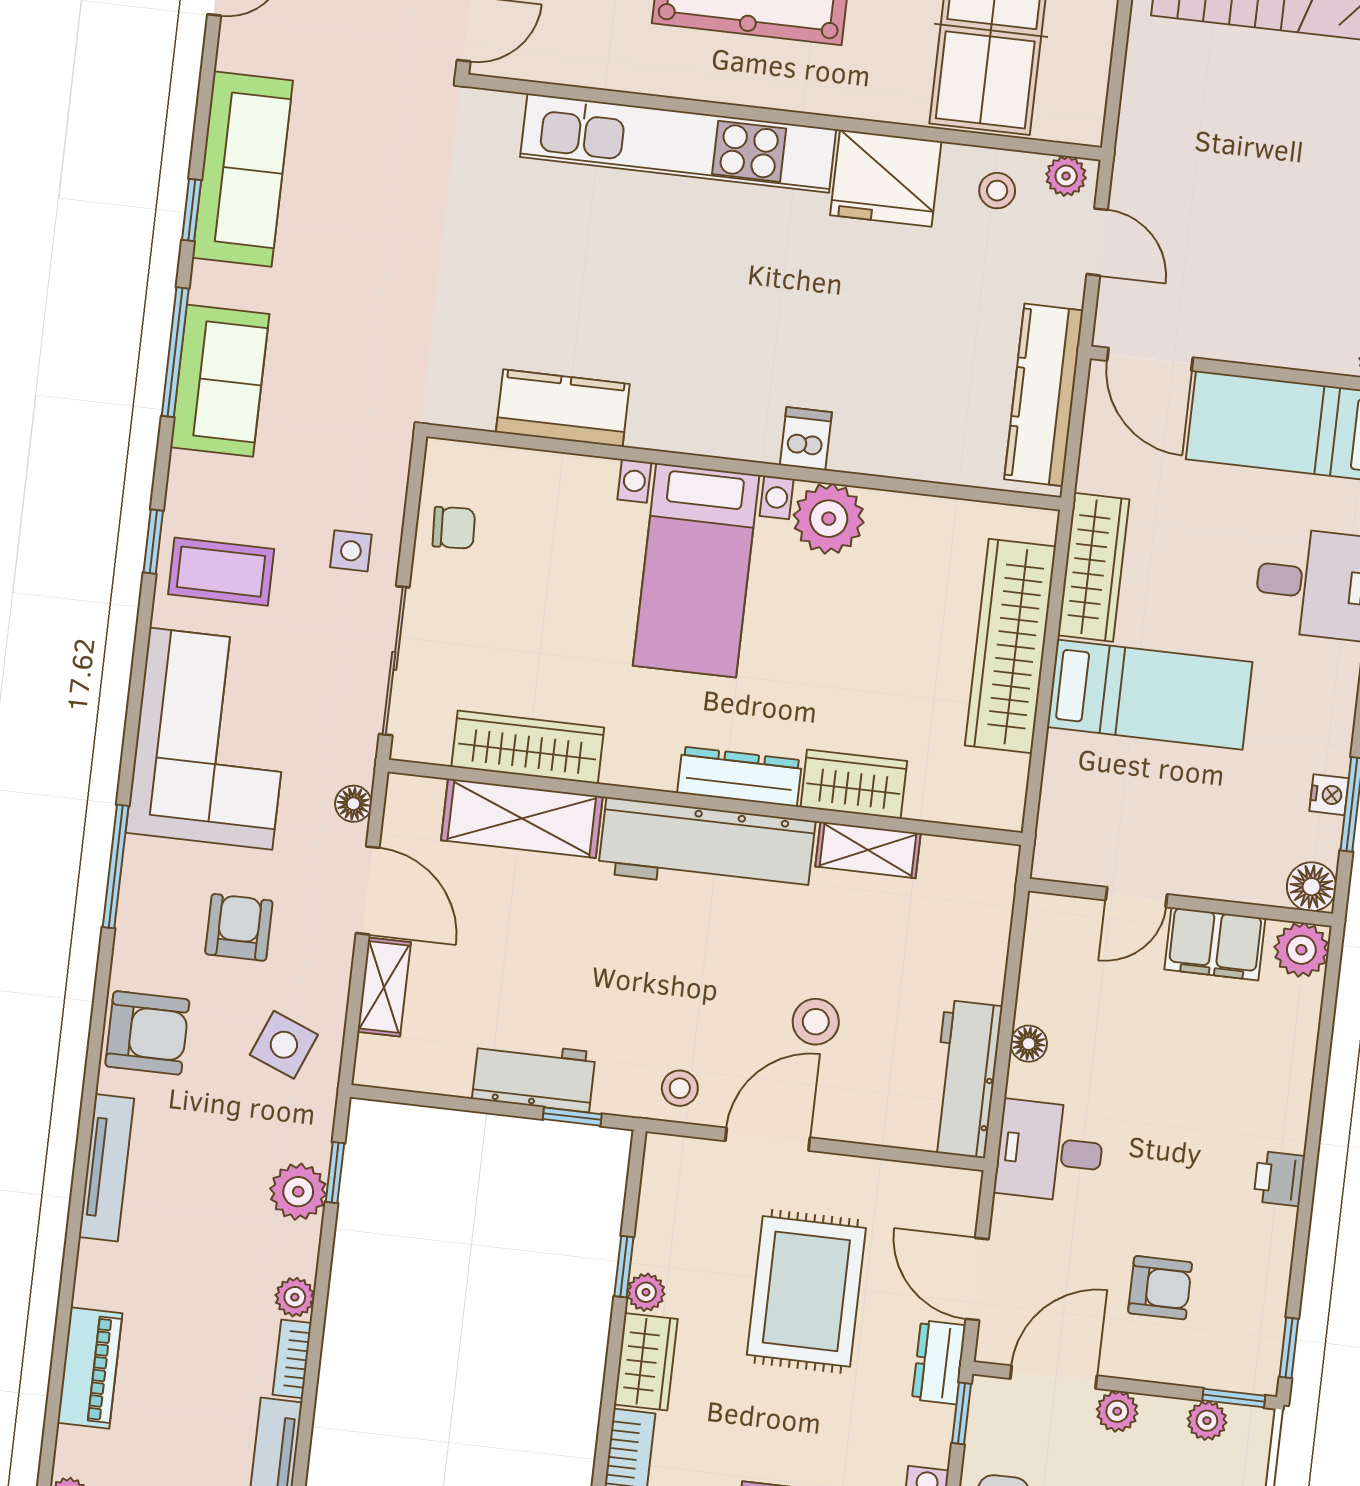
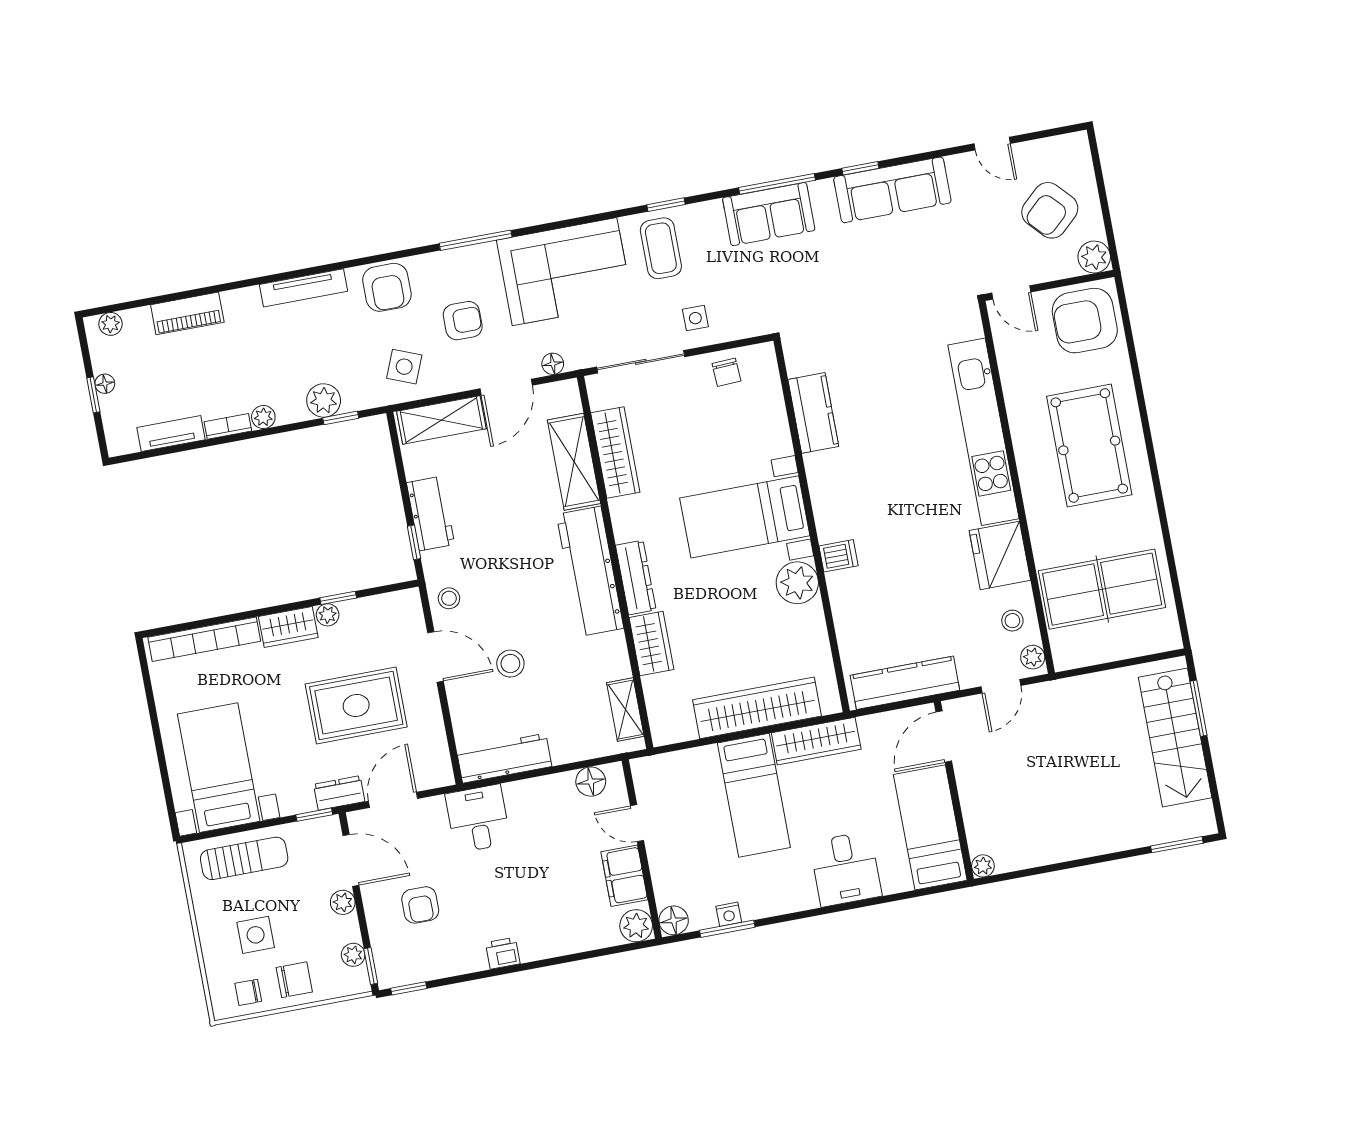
shelving: (868, 850) -> (625, 710), moved
shelving: (384, 987) -> (441, 420), width x1.50, depth x1.33
floor lamp: (1029, 1044) -> (591, 782), moved, width x1.37, depth x1.37

